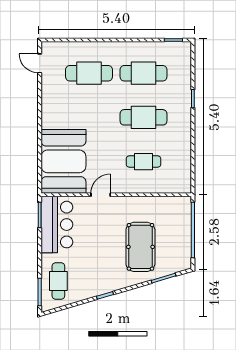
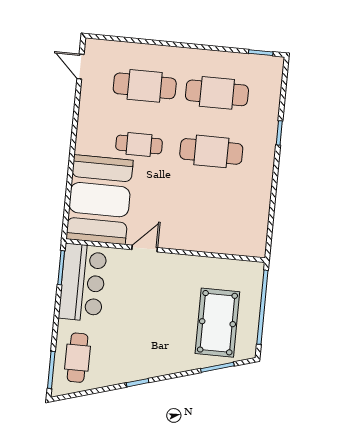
cafe table: (143, 162) -> (139, 144), moved
pool table: (140, 247) -> (217, 323), moved

